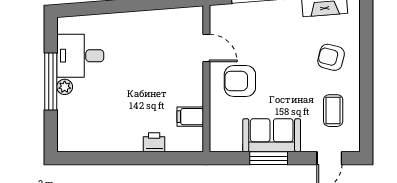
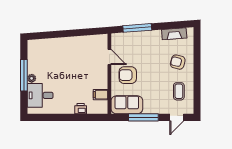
desk: (80, 56) -> (40, 95), moved
sofa: (272, 135) -> (127, 105), moved
window: (269, 158) -> (143, 117), width x1.44

